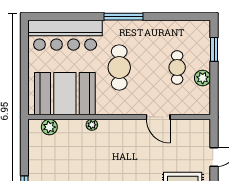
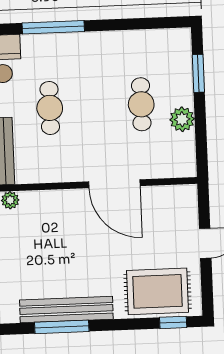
cafe table: (119, 67) -> (50, 108), width x0.73, depth x0.74
door: (158, 117) -> (114, 184), width x1.36

